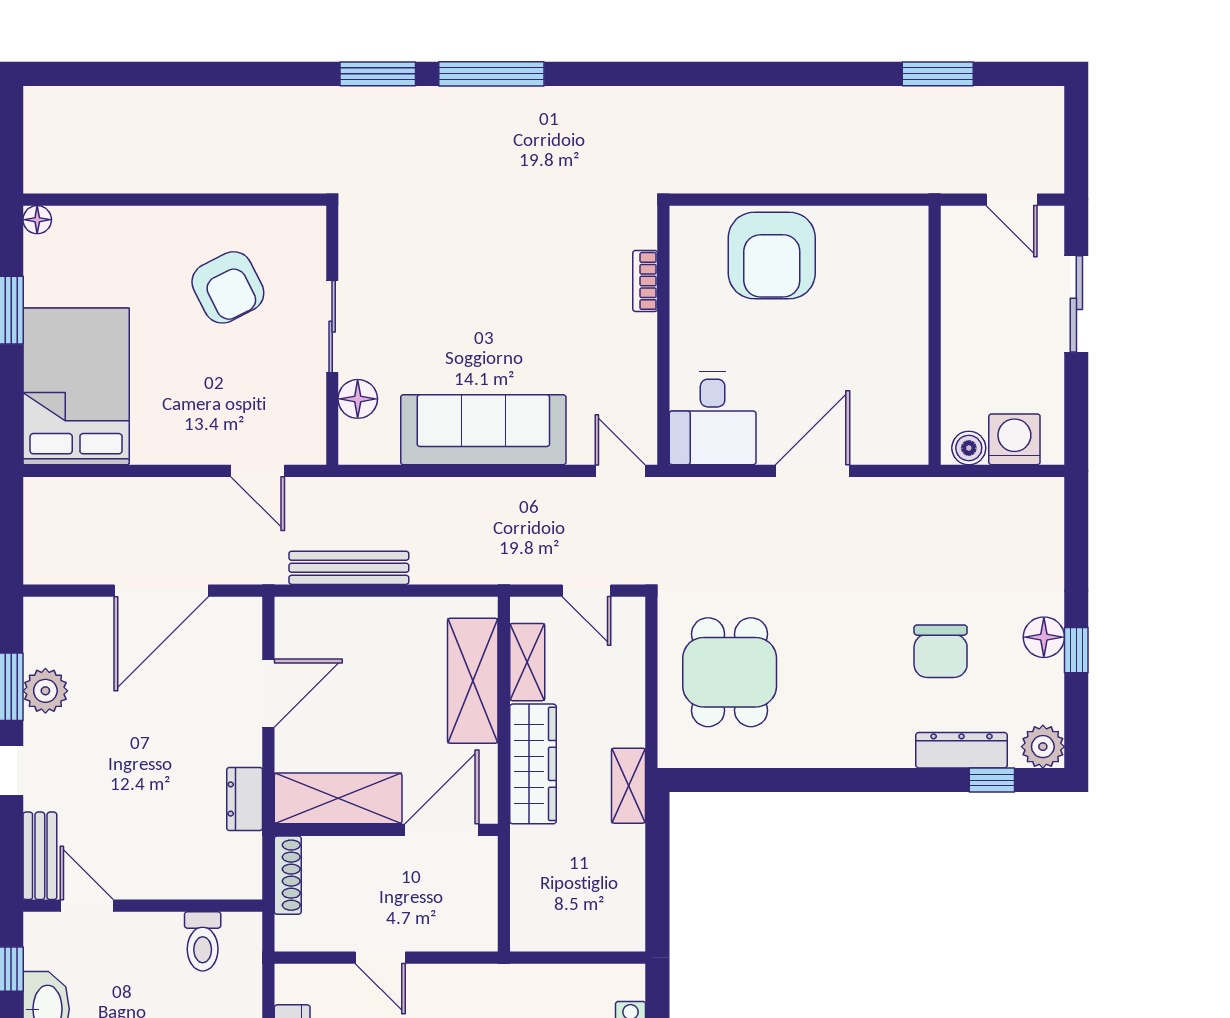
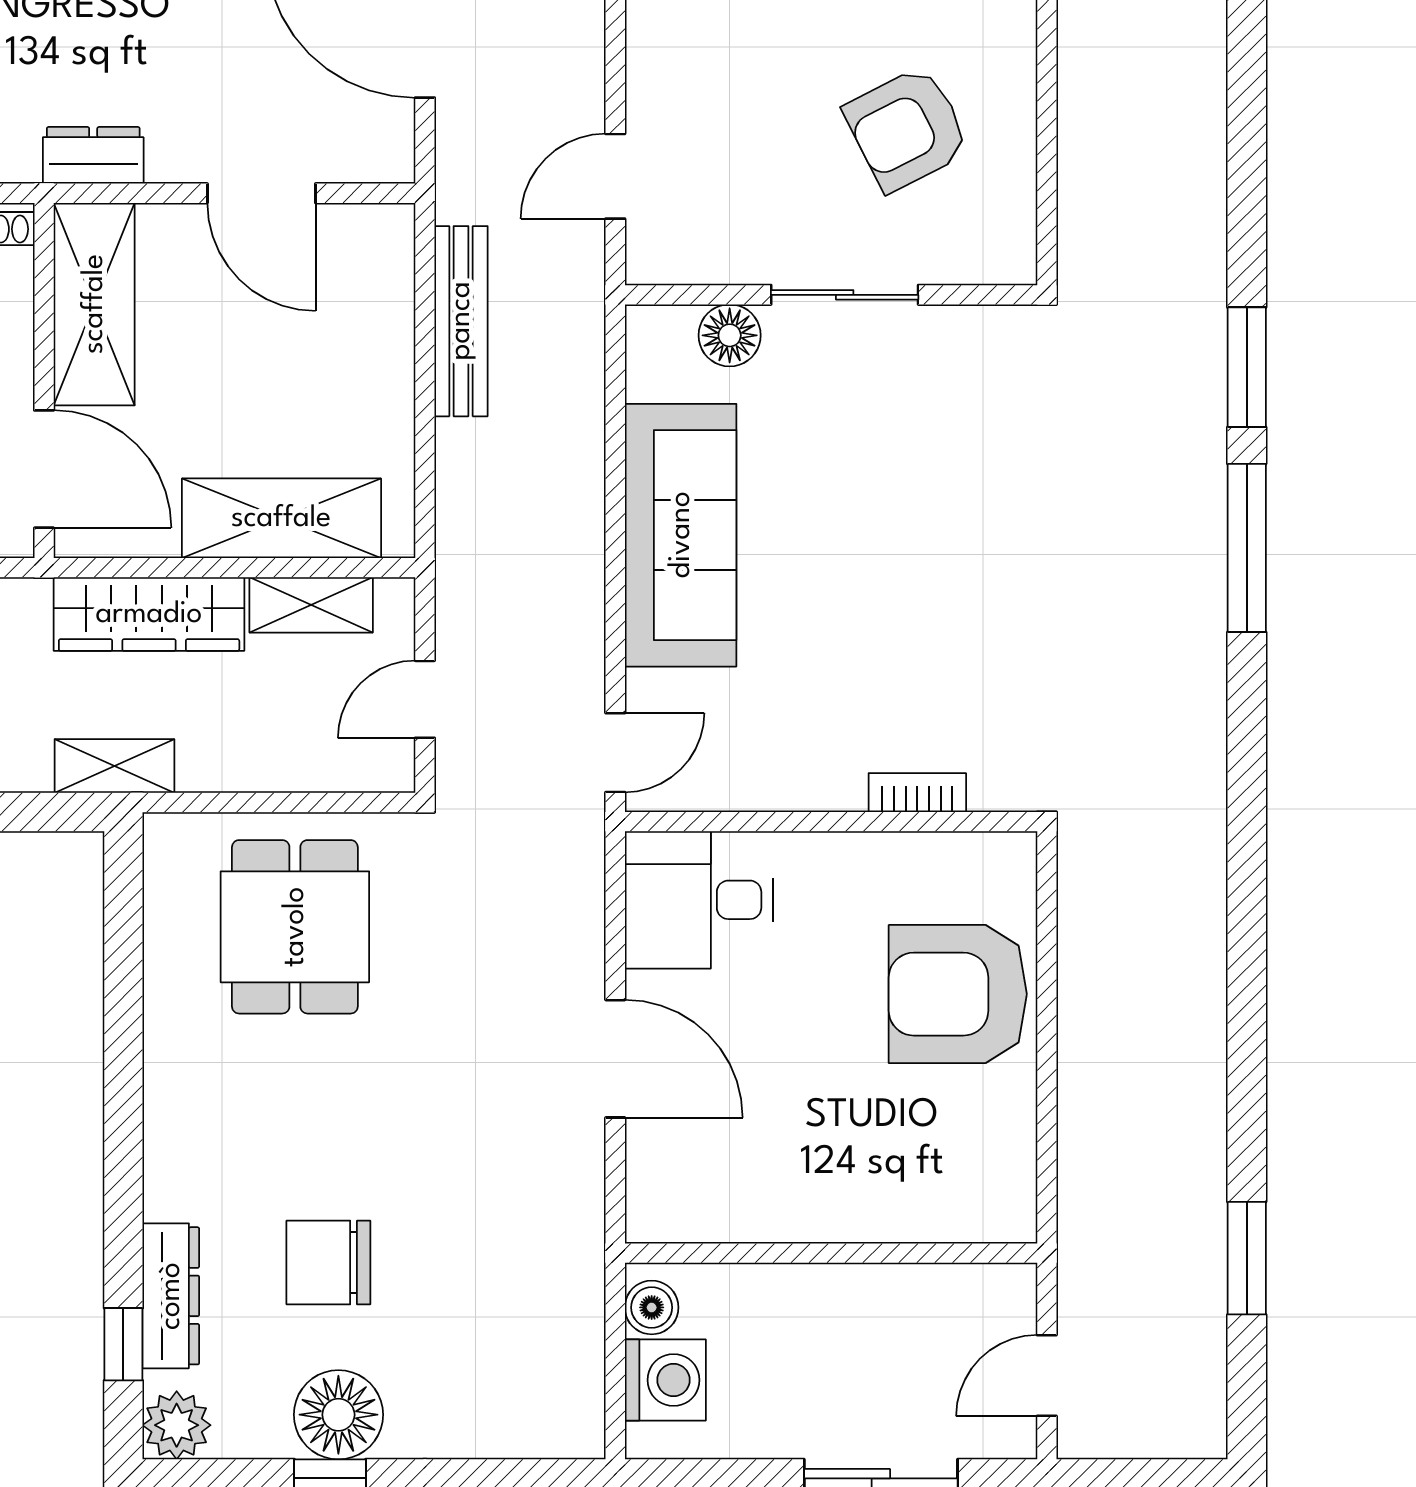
floor lamp: (1044, 637) -> (338, 1415), width x1.38, depth x1.38
dining table: (730, 672) -> (295, 927), turned 90

